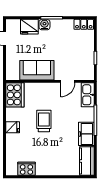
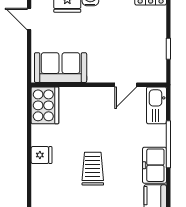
sofa: (37, 70) -> (61, 68), moved
trolley: (44, 121) -> (93, 169), moved

